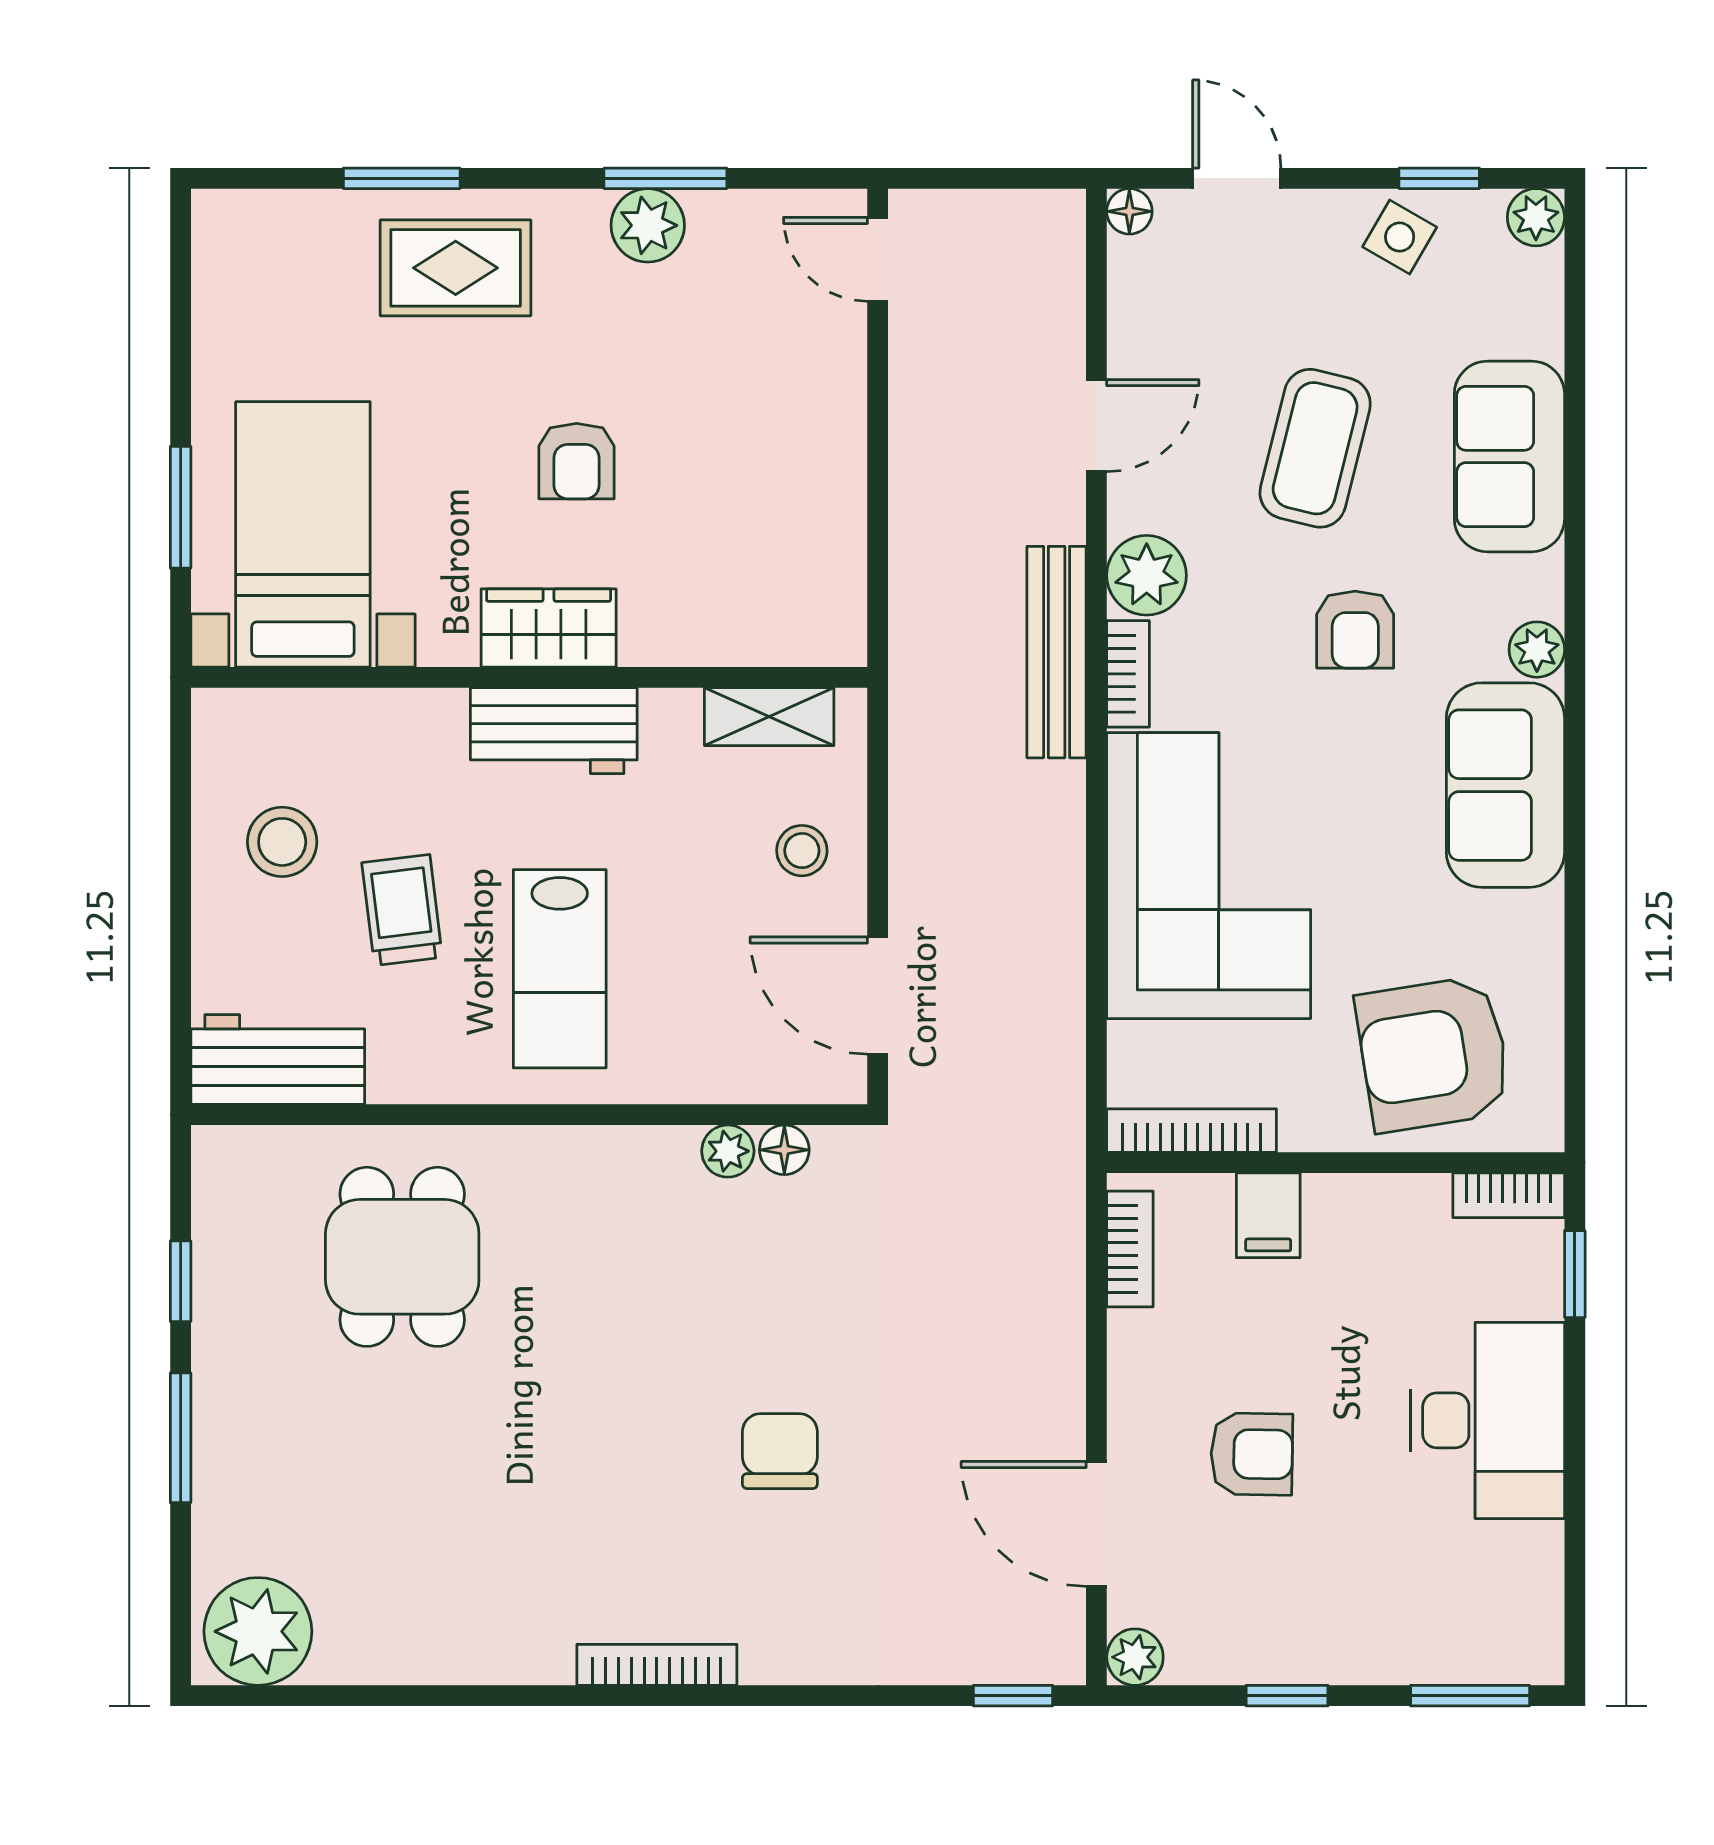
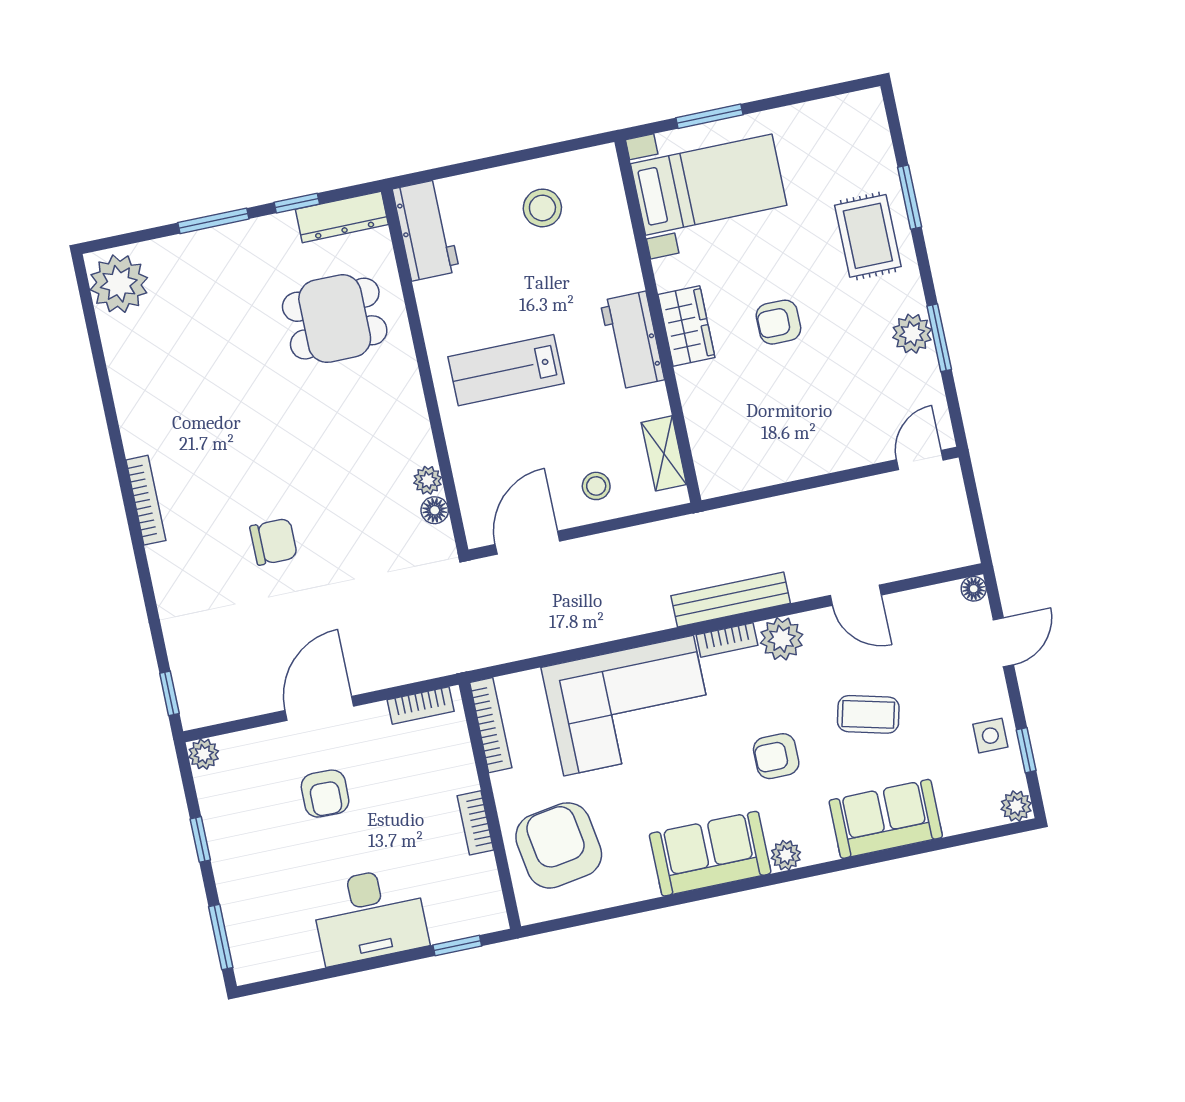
side table: (1400, 237) -> (990, 736), turned -30
coffee table: (1315, 448) -> (868, 714), width x0.73, depth x0.77
trolley: (402, 910) -> (520, 280), removed
bookcase: (1509, 1195) -> (475, 823), moved
dresser: (222, 1206) -> (342, 217), added
filing cabinet: (1268, 1215) -> (454, 775), removed
door: (1096, 1524) -> (319, 708), moved

